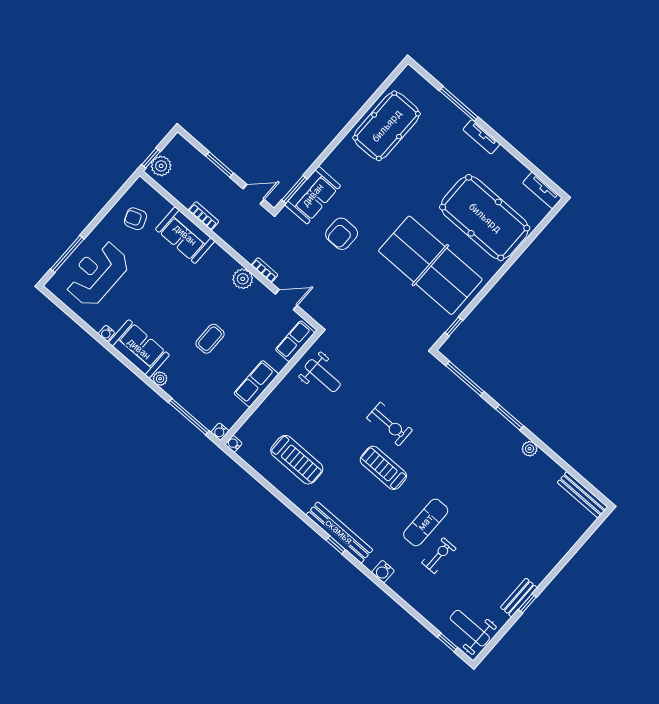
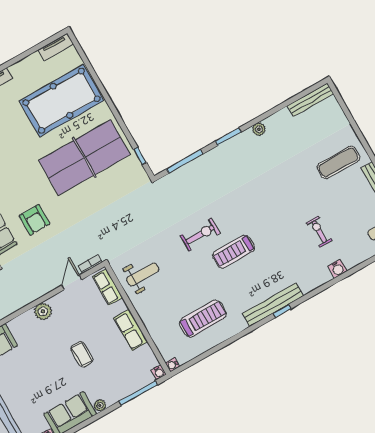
bookcase: (265, 270) -> (90, 264), moved
exercise mat: (426, 522) -> (338, 162), moved, turned 90
water cooler: (383, 572) -> (337, 269), moved

